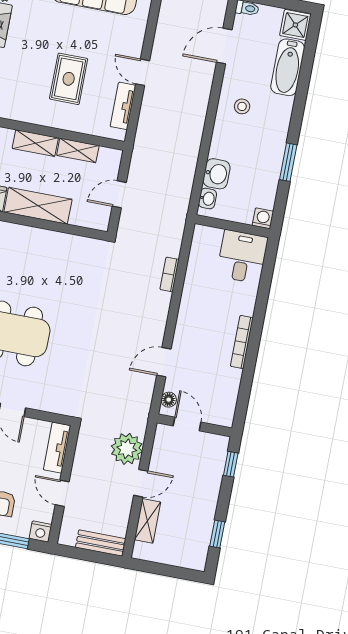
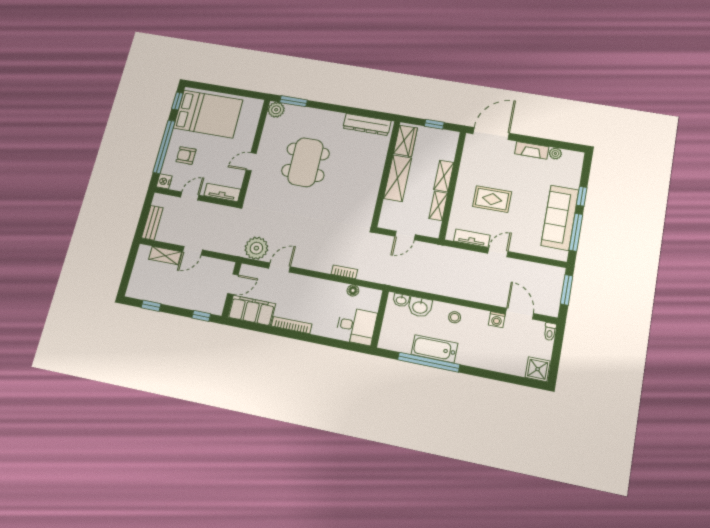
bathtub: (288, 67) -> (434, 349), moved
stool: (242, 106) -> (455, 317), moved
window: (288, 162) -> (429, 362), width x2.11
door: (119, 194) -> (405, 235), swing flipped
washing machine: (263, 218) -> (497, 320), moved, turned 90
door: (164, 362) -> (280, 267), hinge flipped
filing cabinet: (223, 397) -> (252, 310), added
floor lamp: (169, 400) -> (353, 290), moved
plant: (127, 449) -> (256, 248), moved
door: (141, 483) -> (192, 251), hinge flipped

